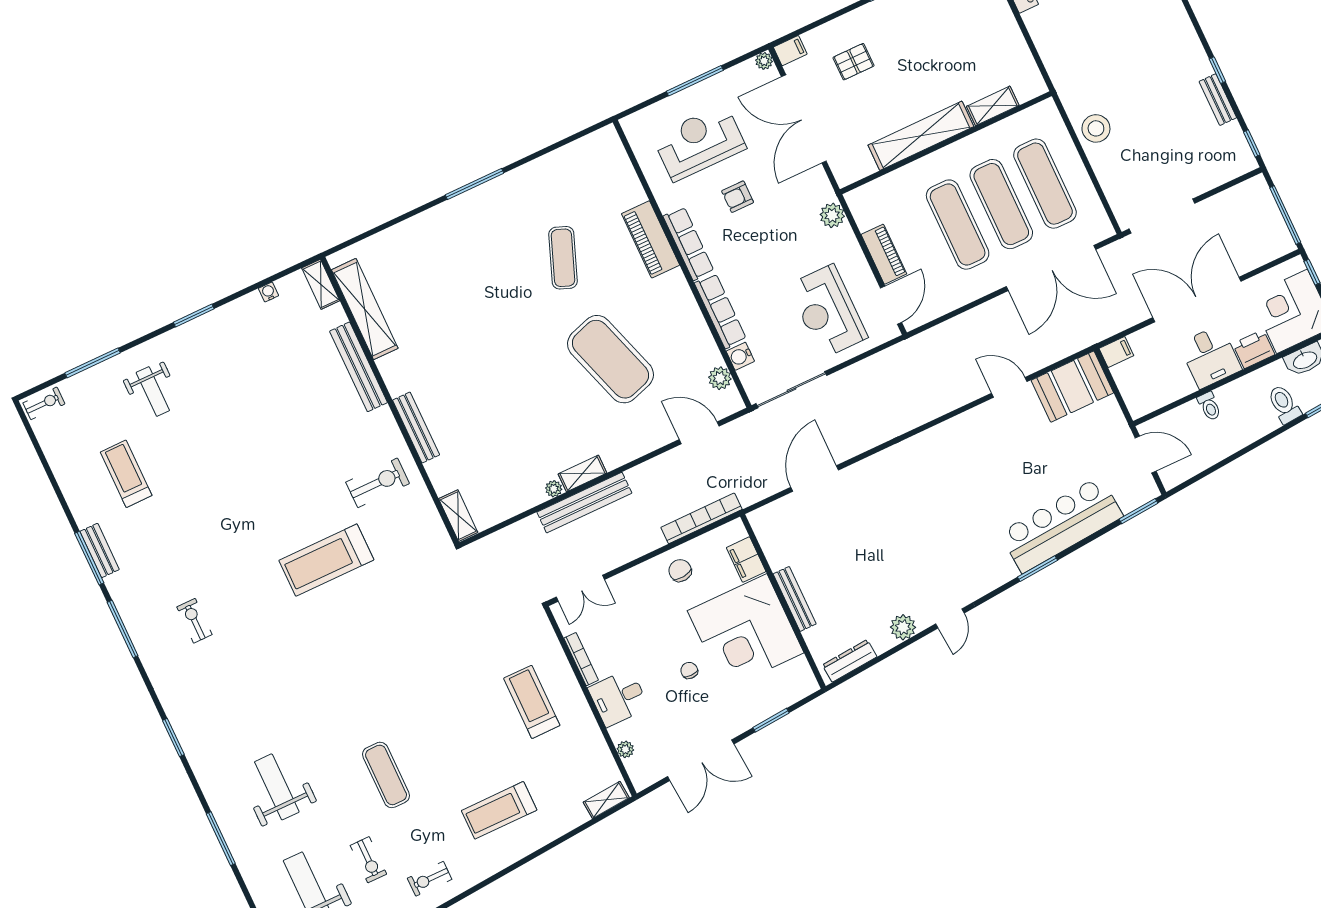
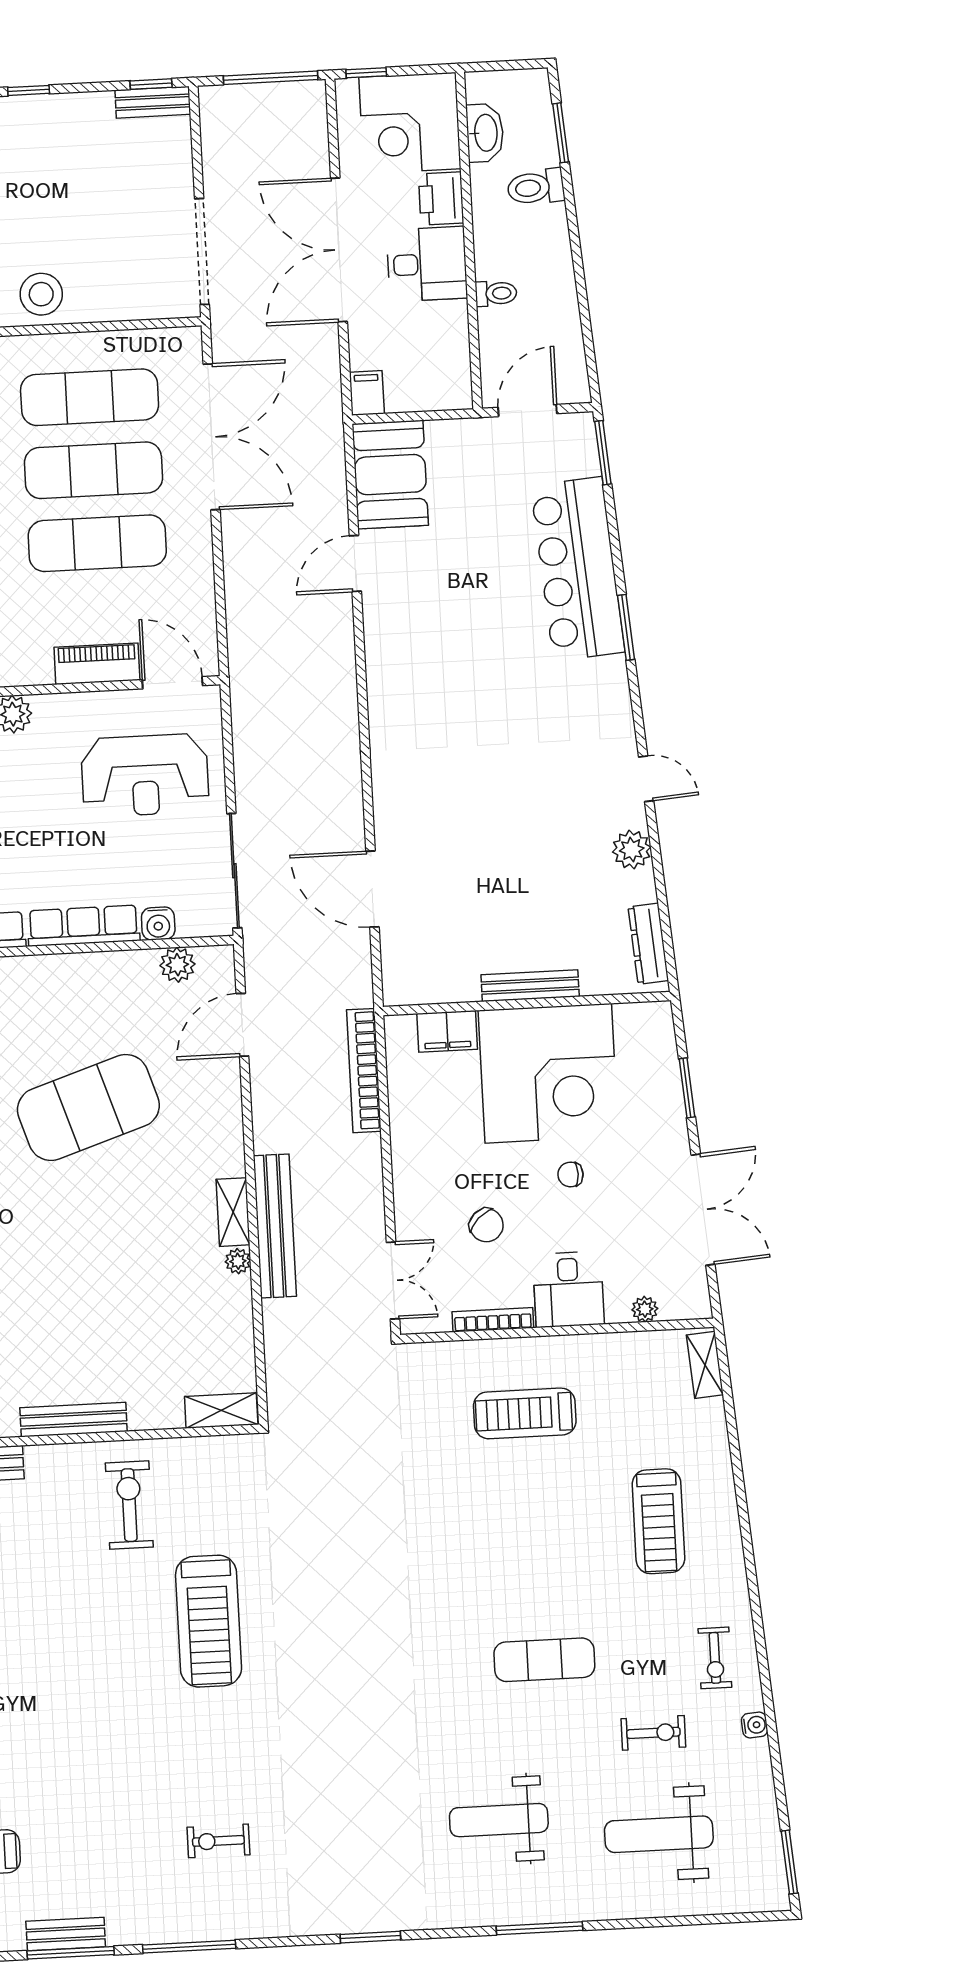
bench: (1218, 100) -> (153, 102), moved
chair: (680, 571) -> (486, 1225), moved, turned -127

